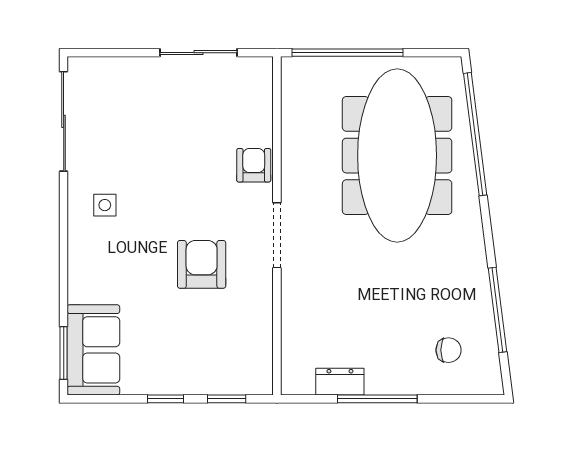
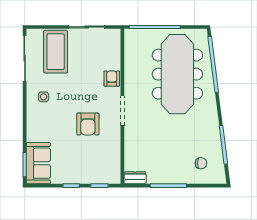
coffee table: (131, 106) -> (56, 52), added
armchair: (202, 264) -> (88, 124), turned 180
dresser: (340, 382) -> (135, 178), moved

